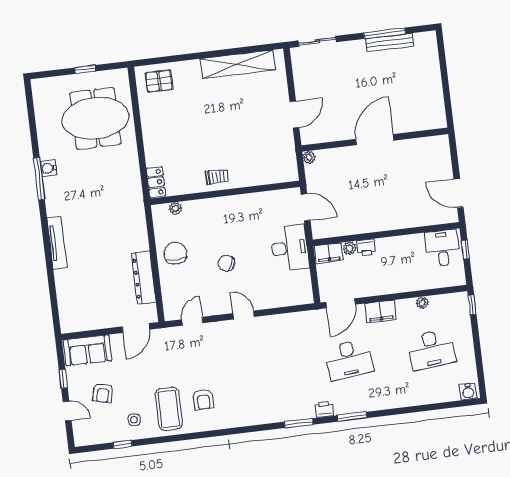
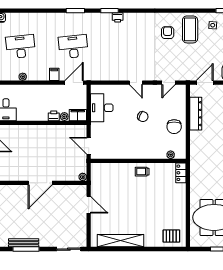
door: (294, 115) -> (89, 205), swing flipped
desk: (290, 248) -> (102, 108), moved
filing cabinet: (381, 312) -> (54, 74), width x0.50
printer: (324, 409) -> (118, 17), moved

